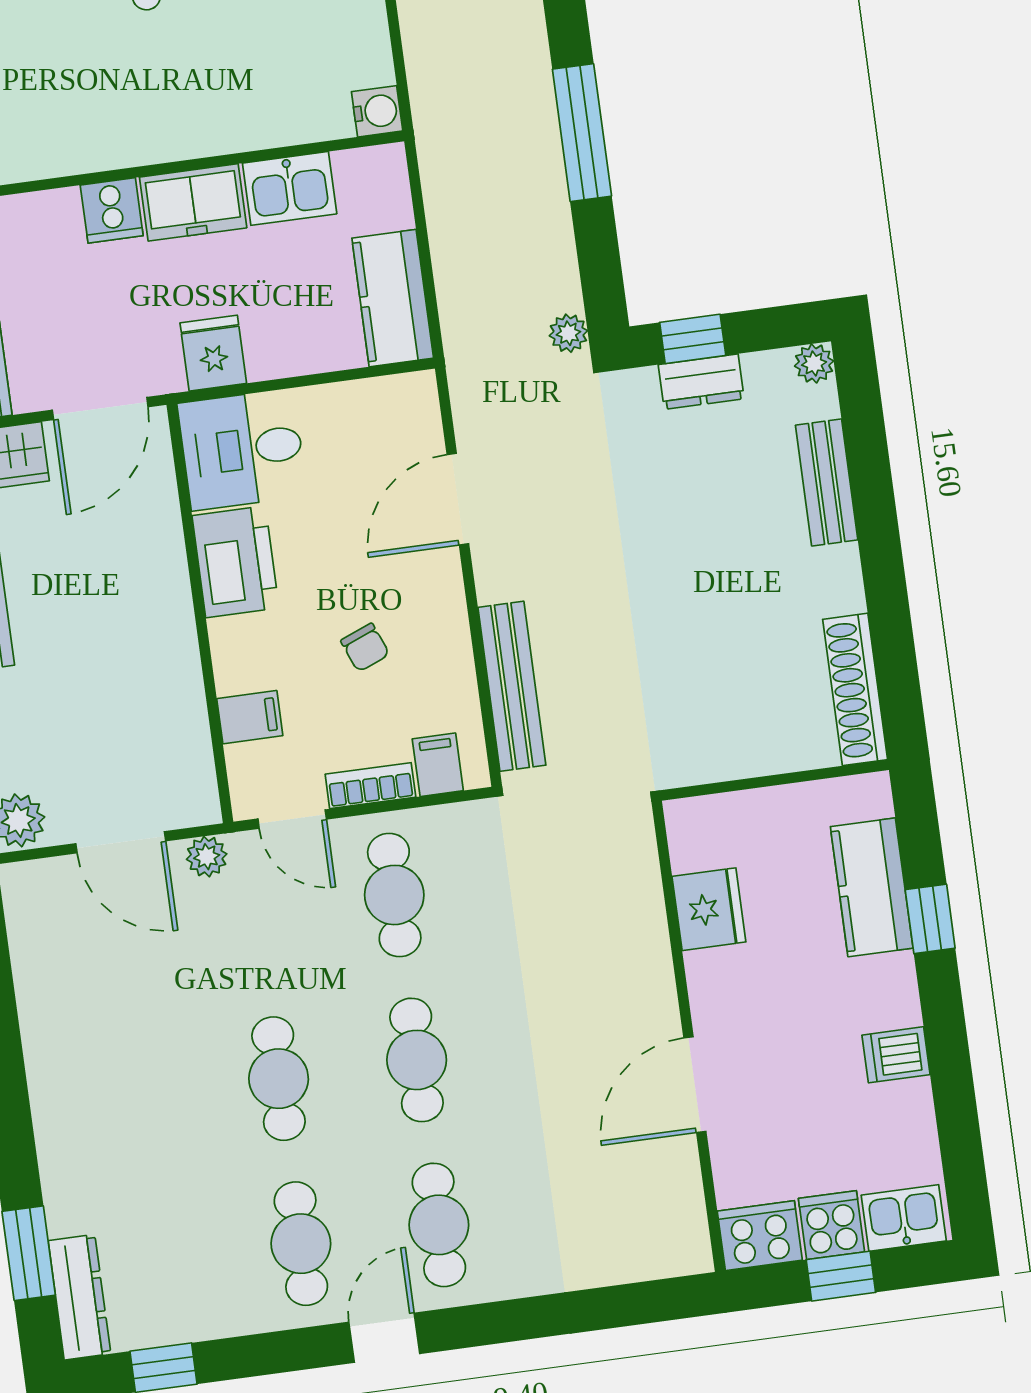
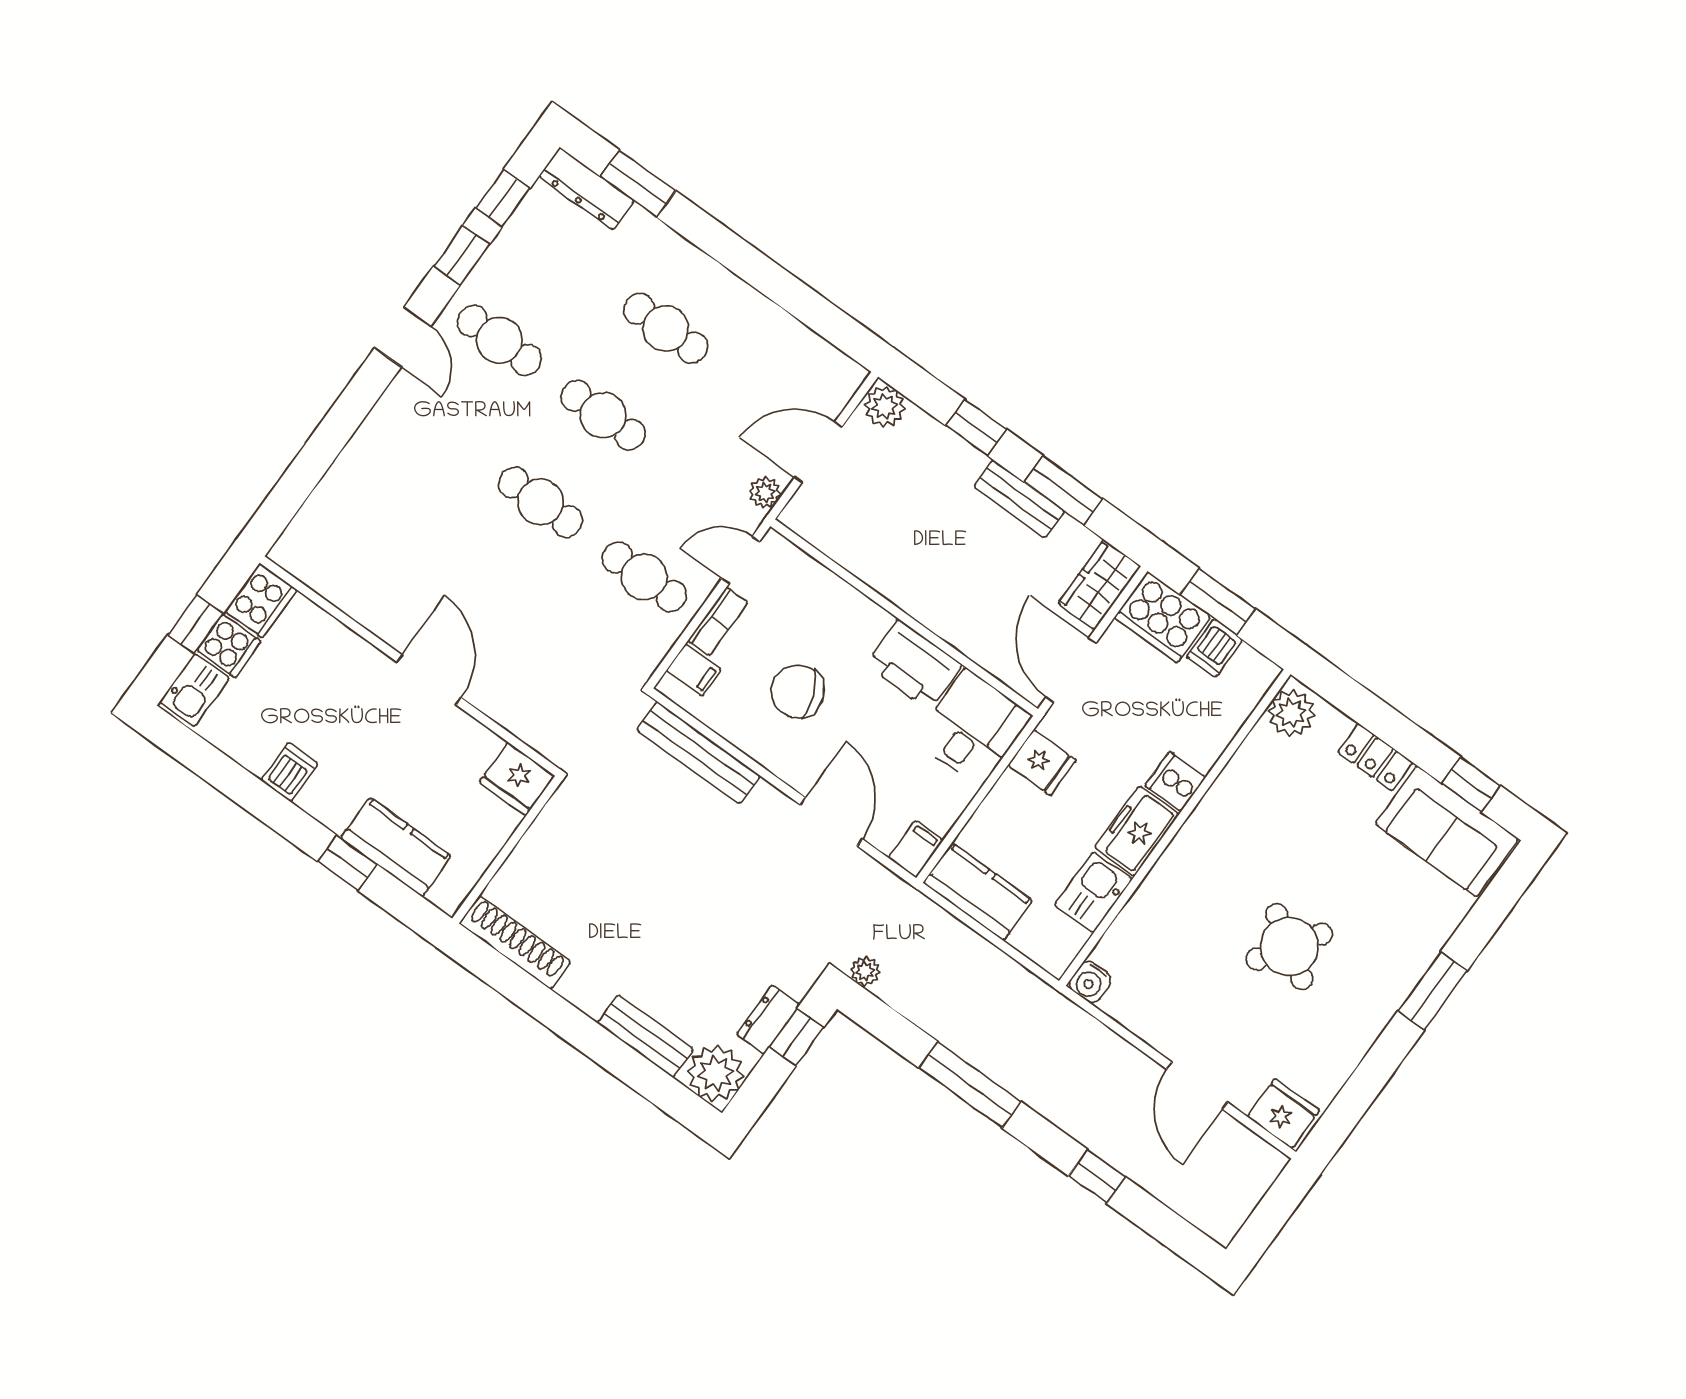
plant: (814, 363) -> (715, 1073), width x1.87, depth x1.87
chair: (365, 647) -> (798, 692), width x1.87, depth x1.87
filing cabinet: (250, 717) -> (916, 849), moved, turned 180
fridge: (709, 909) -> (517, 779), moved
door: (695, 1085) -> (429, 680), moved
cafe table: (439, 1225) -> (666, 328), moved
window: (254, 1355) -> (462, 255), added

